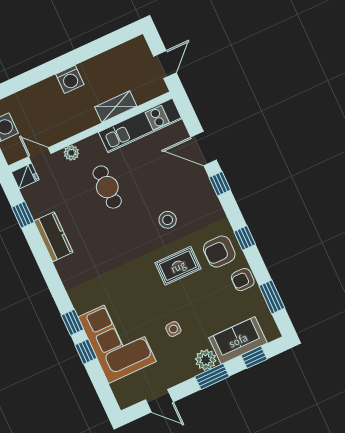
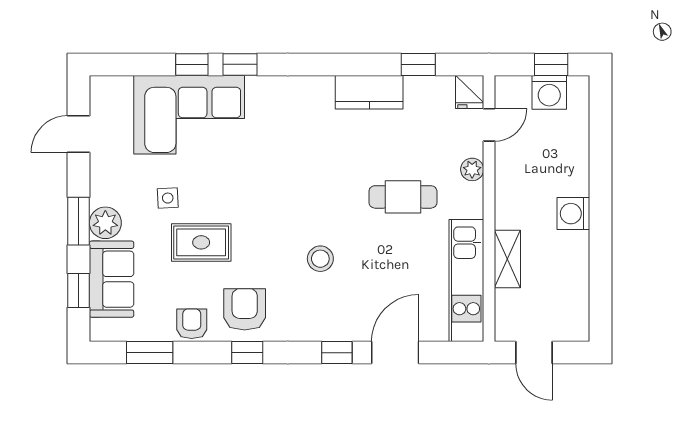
rug: (178, 266) -> (201, 242), moved, turned 90

